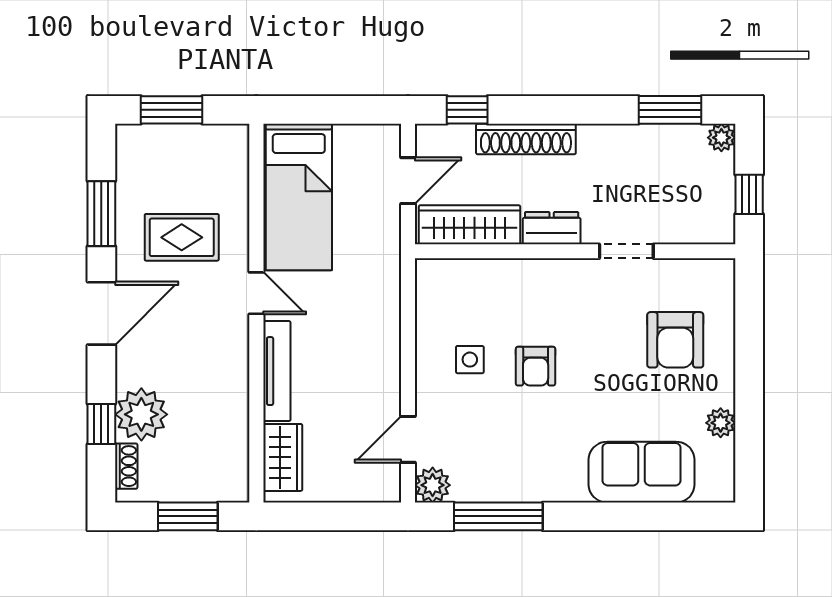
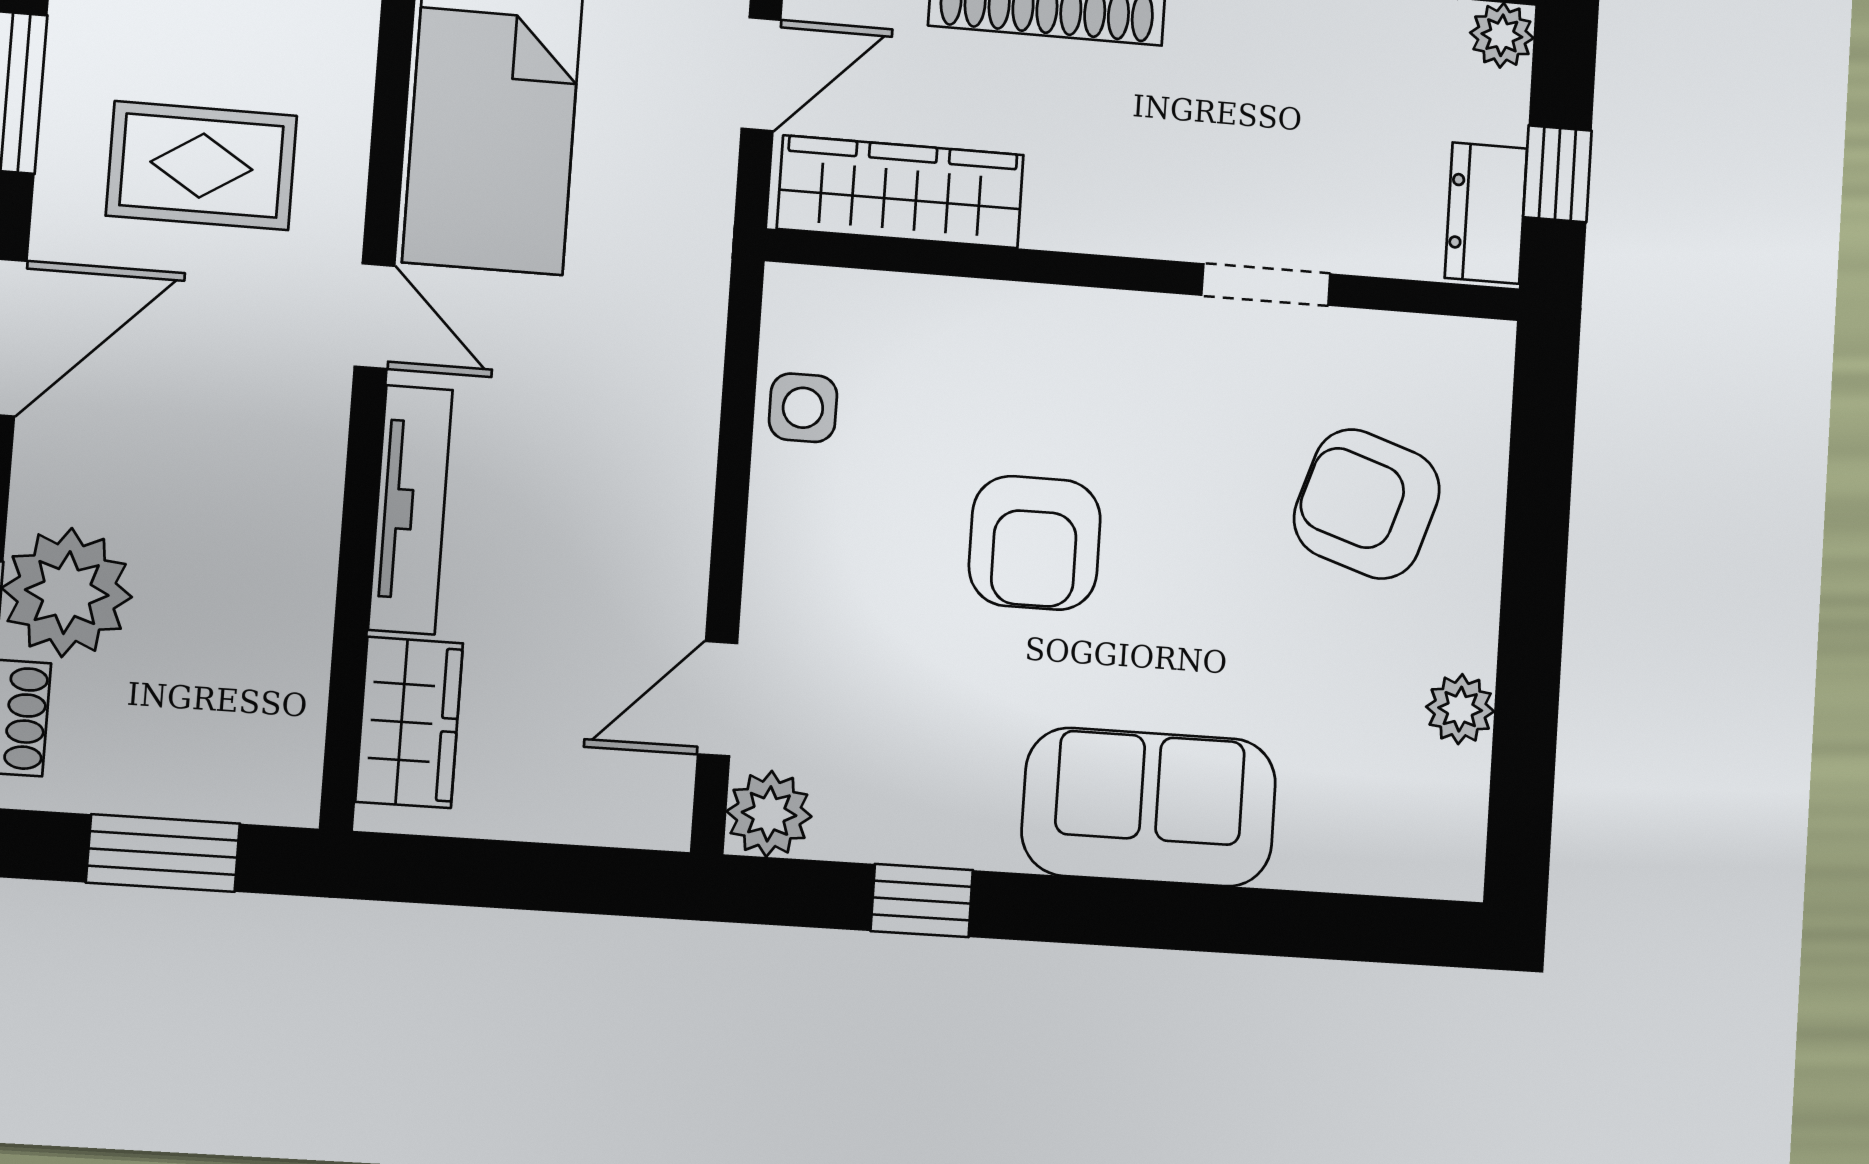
dresser: (552, 228) -> (1486, 213), moved, turned -90
armchair: (675, 340) -> (1367, 504), turned 108
side table: (470, 360) -> (803, 408), moved
armchair: (536, 366) -> (1035, 543), width x1.38, depth x1.38
sofa: (642, 472) -> (1149, 807), moved
window: (498, 516) -> (922, 901), width x0.46

